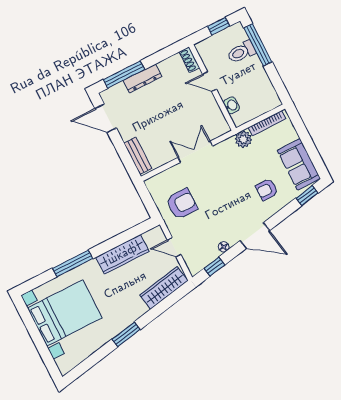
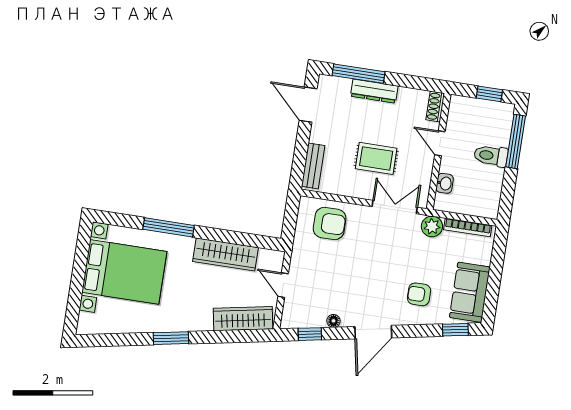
toilet: (241, 52) -> (491, 156), moved
rug: (175, 121) -> (376, 158), added
double door: (195, 152) -> (395, 207), moved
armchair: (182, 204) -> (330, 224), moved
door: (255, 236) -> (373, 332), hinge flipped

